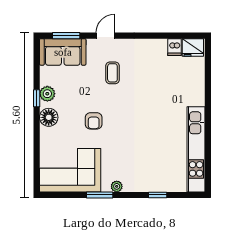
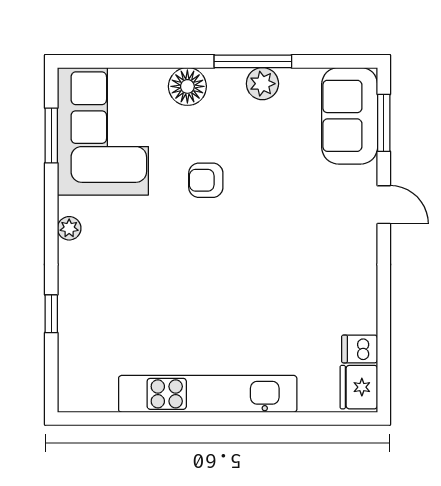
coffee table: (112, 73) -> (306, 219), removed
window: (37, 98) -> (253, 61), width x2.17
floor lamp: (49, 117) -> (187, 86), moved
kitchen unit: (196, 149) -> (208, 394), moved
window: (100, 195) -> (51, 136), moved

